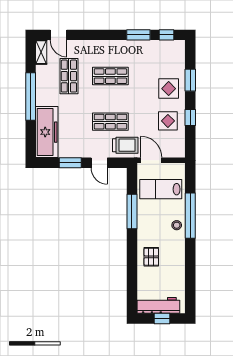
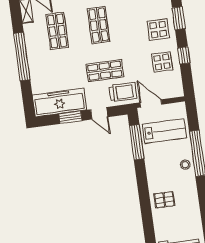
shop shelf: (110, 76) -> (99, 25), turned 90
freezer: (47, 132) -> (59, 102), moved, turned -90
lab bench: (161, 189) -> (164, 131), turned 180
window: (132, 212) -> (137, 142), moved
pallet: (151, 257) -> (164, 200), turned 90

